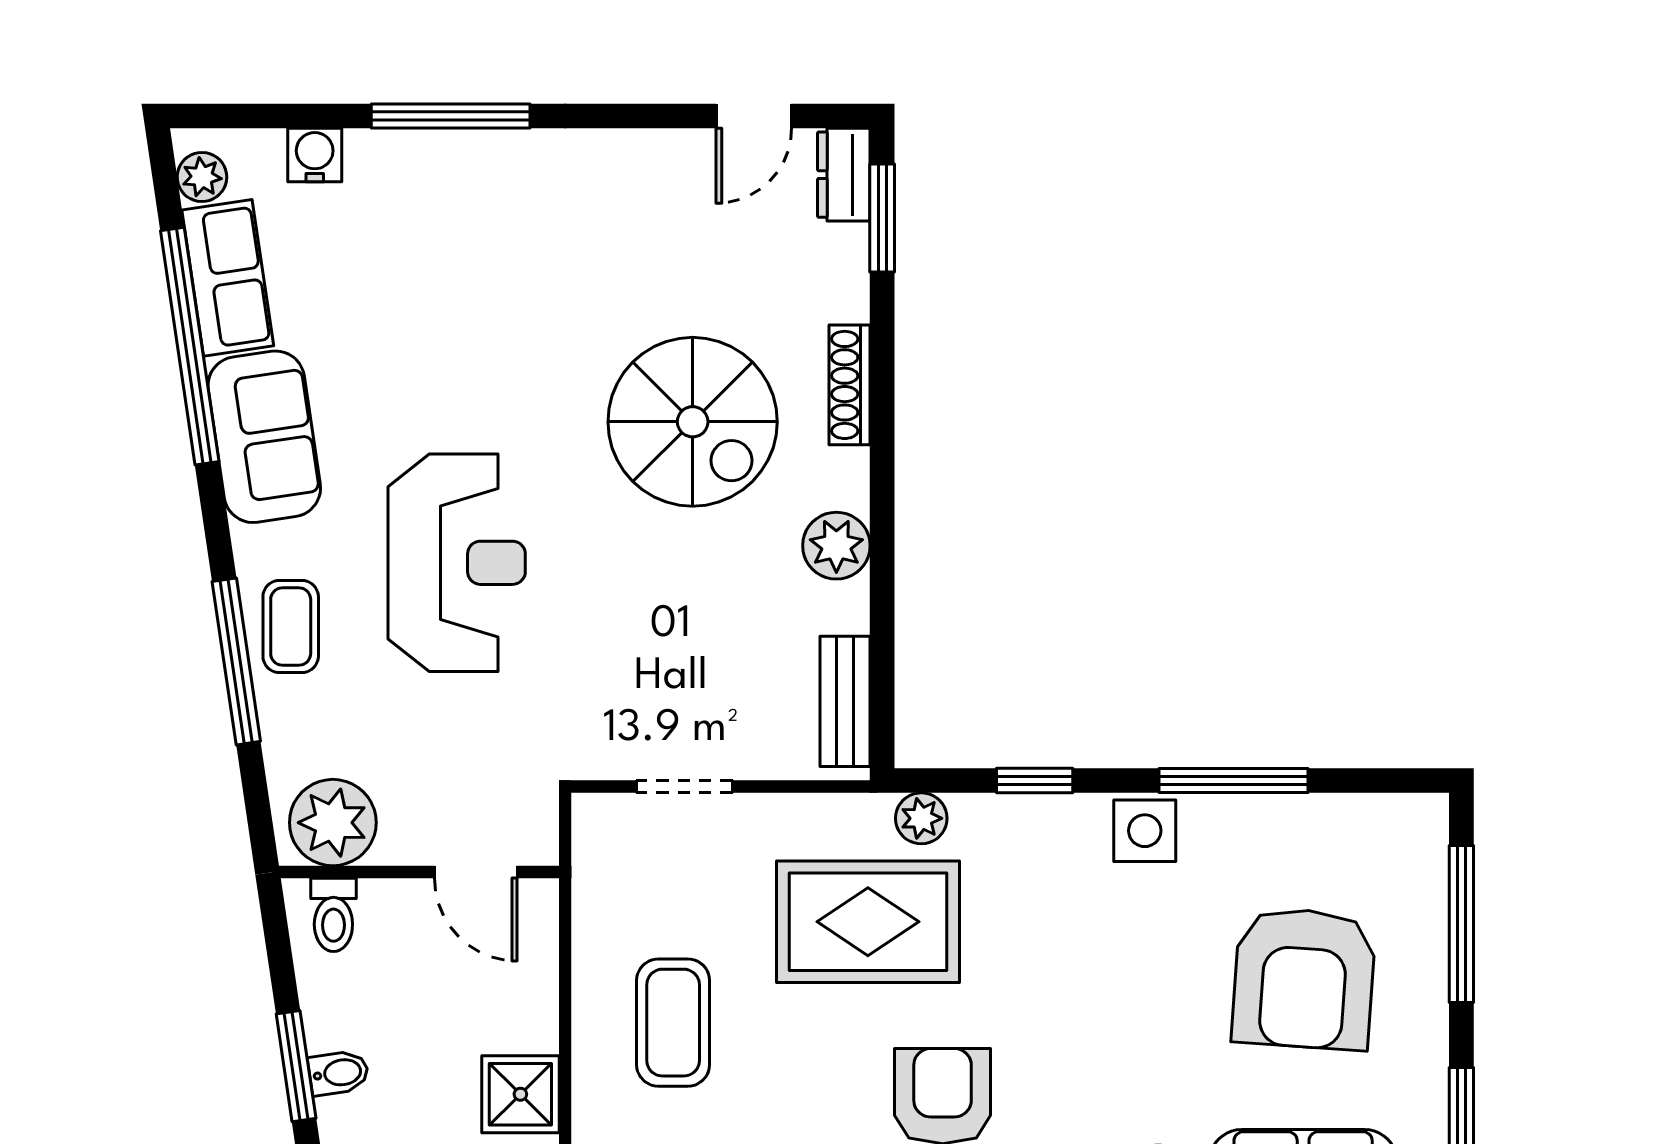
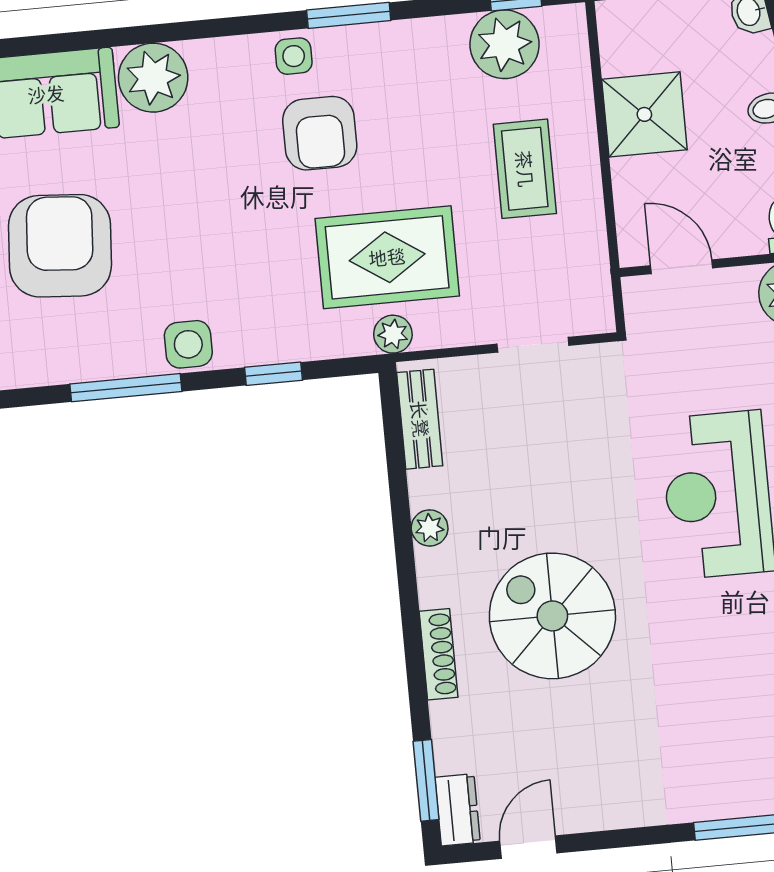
plant: (836, 546) -> (430, 528), width x0.73, depth x0.73
plant: (921, 818) -> (393, 334), moved
shower: (520, 1094) -> (644, 114), width x1.36, depth x1.36

